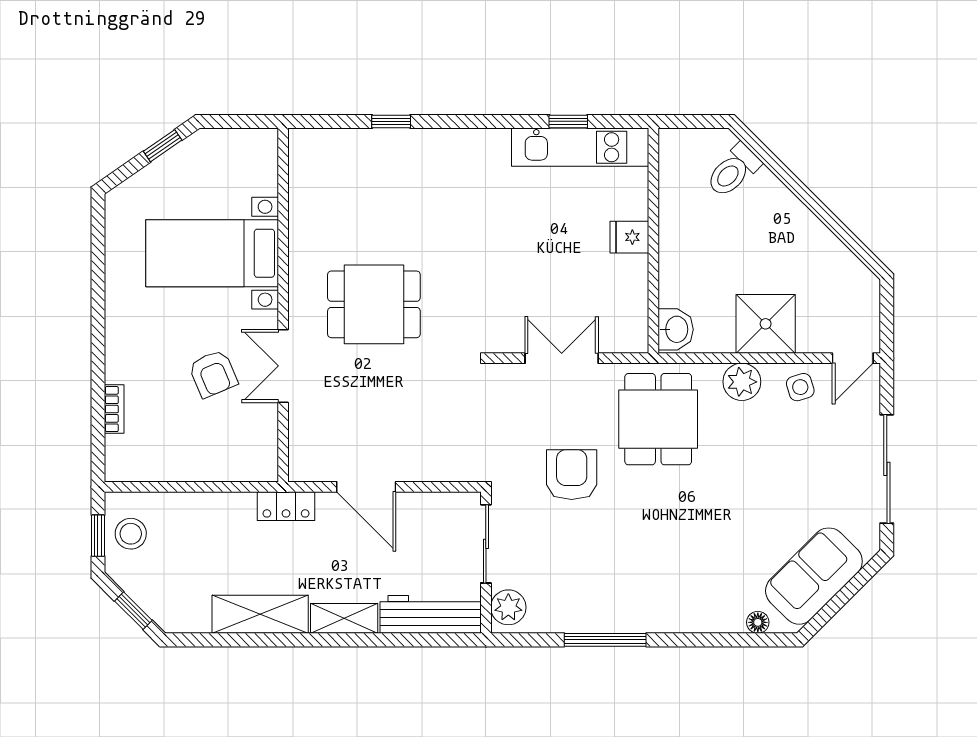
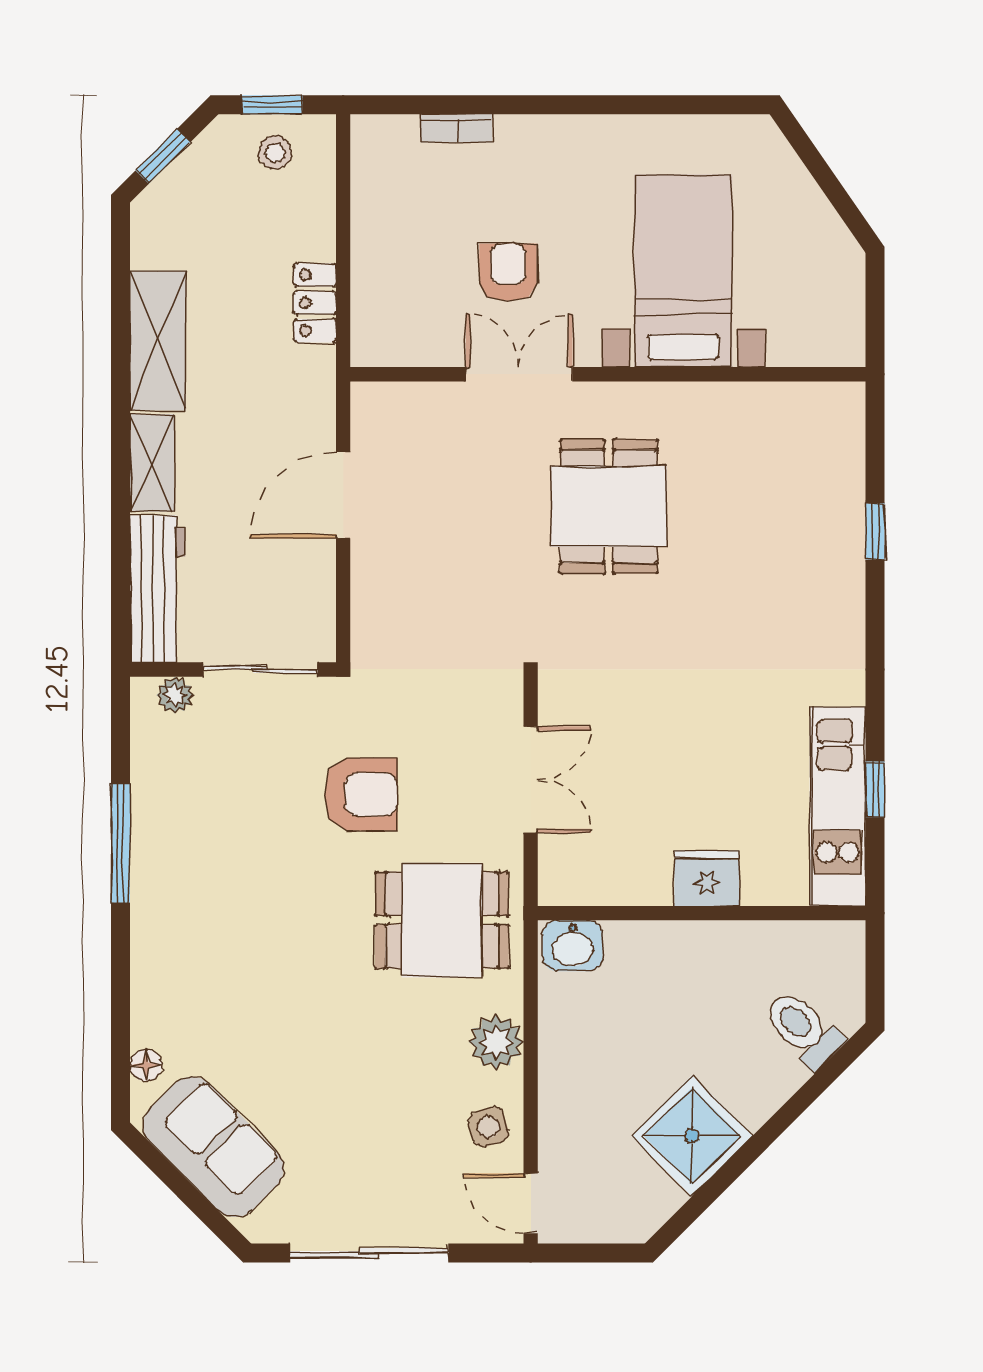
window: (163, 146) -> (840, 199), removed
fridge: (629, 237) -> (707, 878), width x1.38
shower: (766, 324) -> (692, 1136), moved, turned 45
armchair: (213, 374) -> (508, 272), turned 113
locker: (286, 506) -> (315, 303), moved
stool: (131, 534) -> (275, 152), width x0.73, depth x0.73
plant: (508, 607) -> (175, 695), width x0.73, depth x0.73

